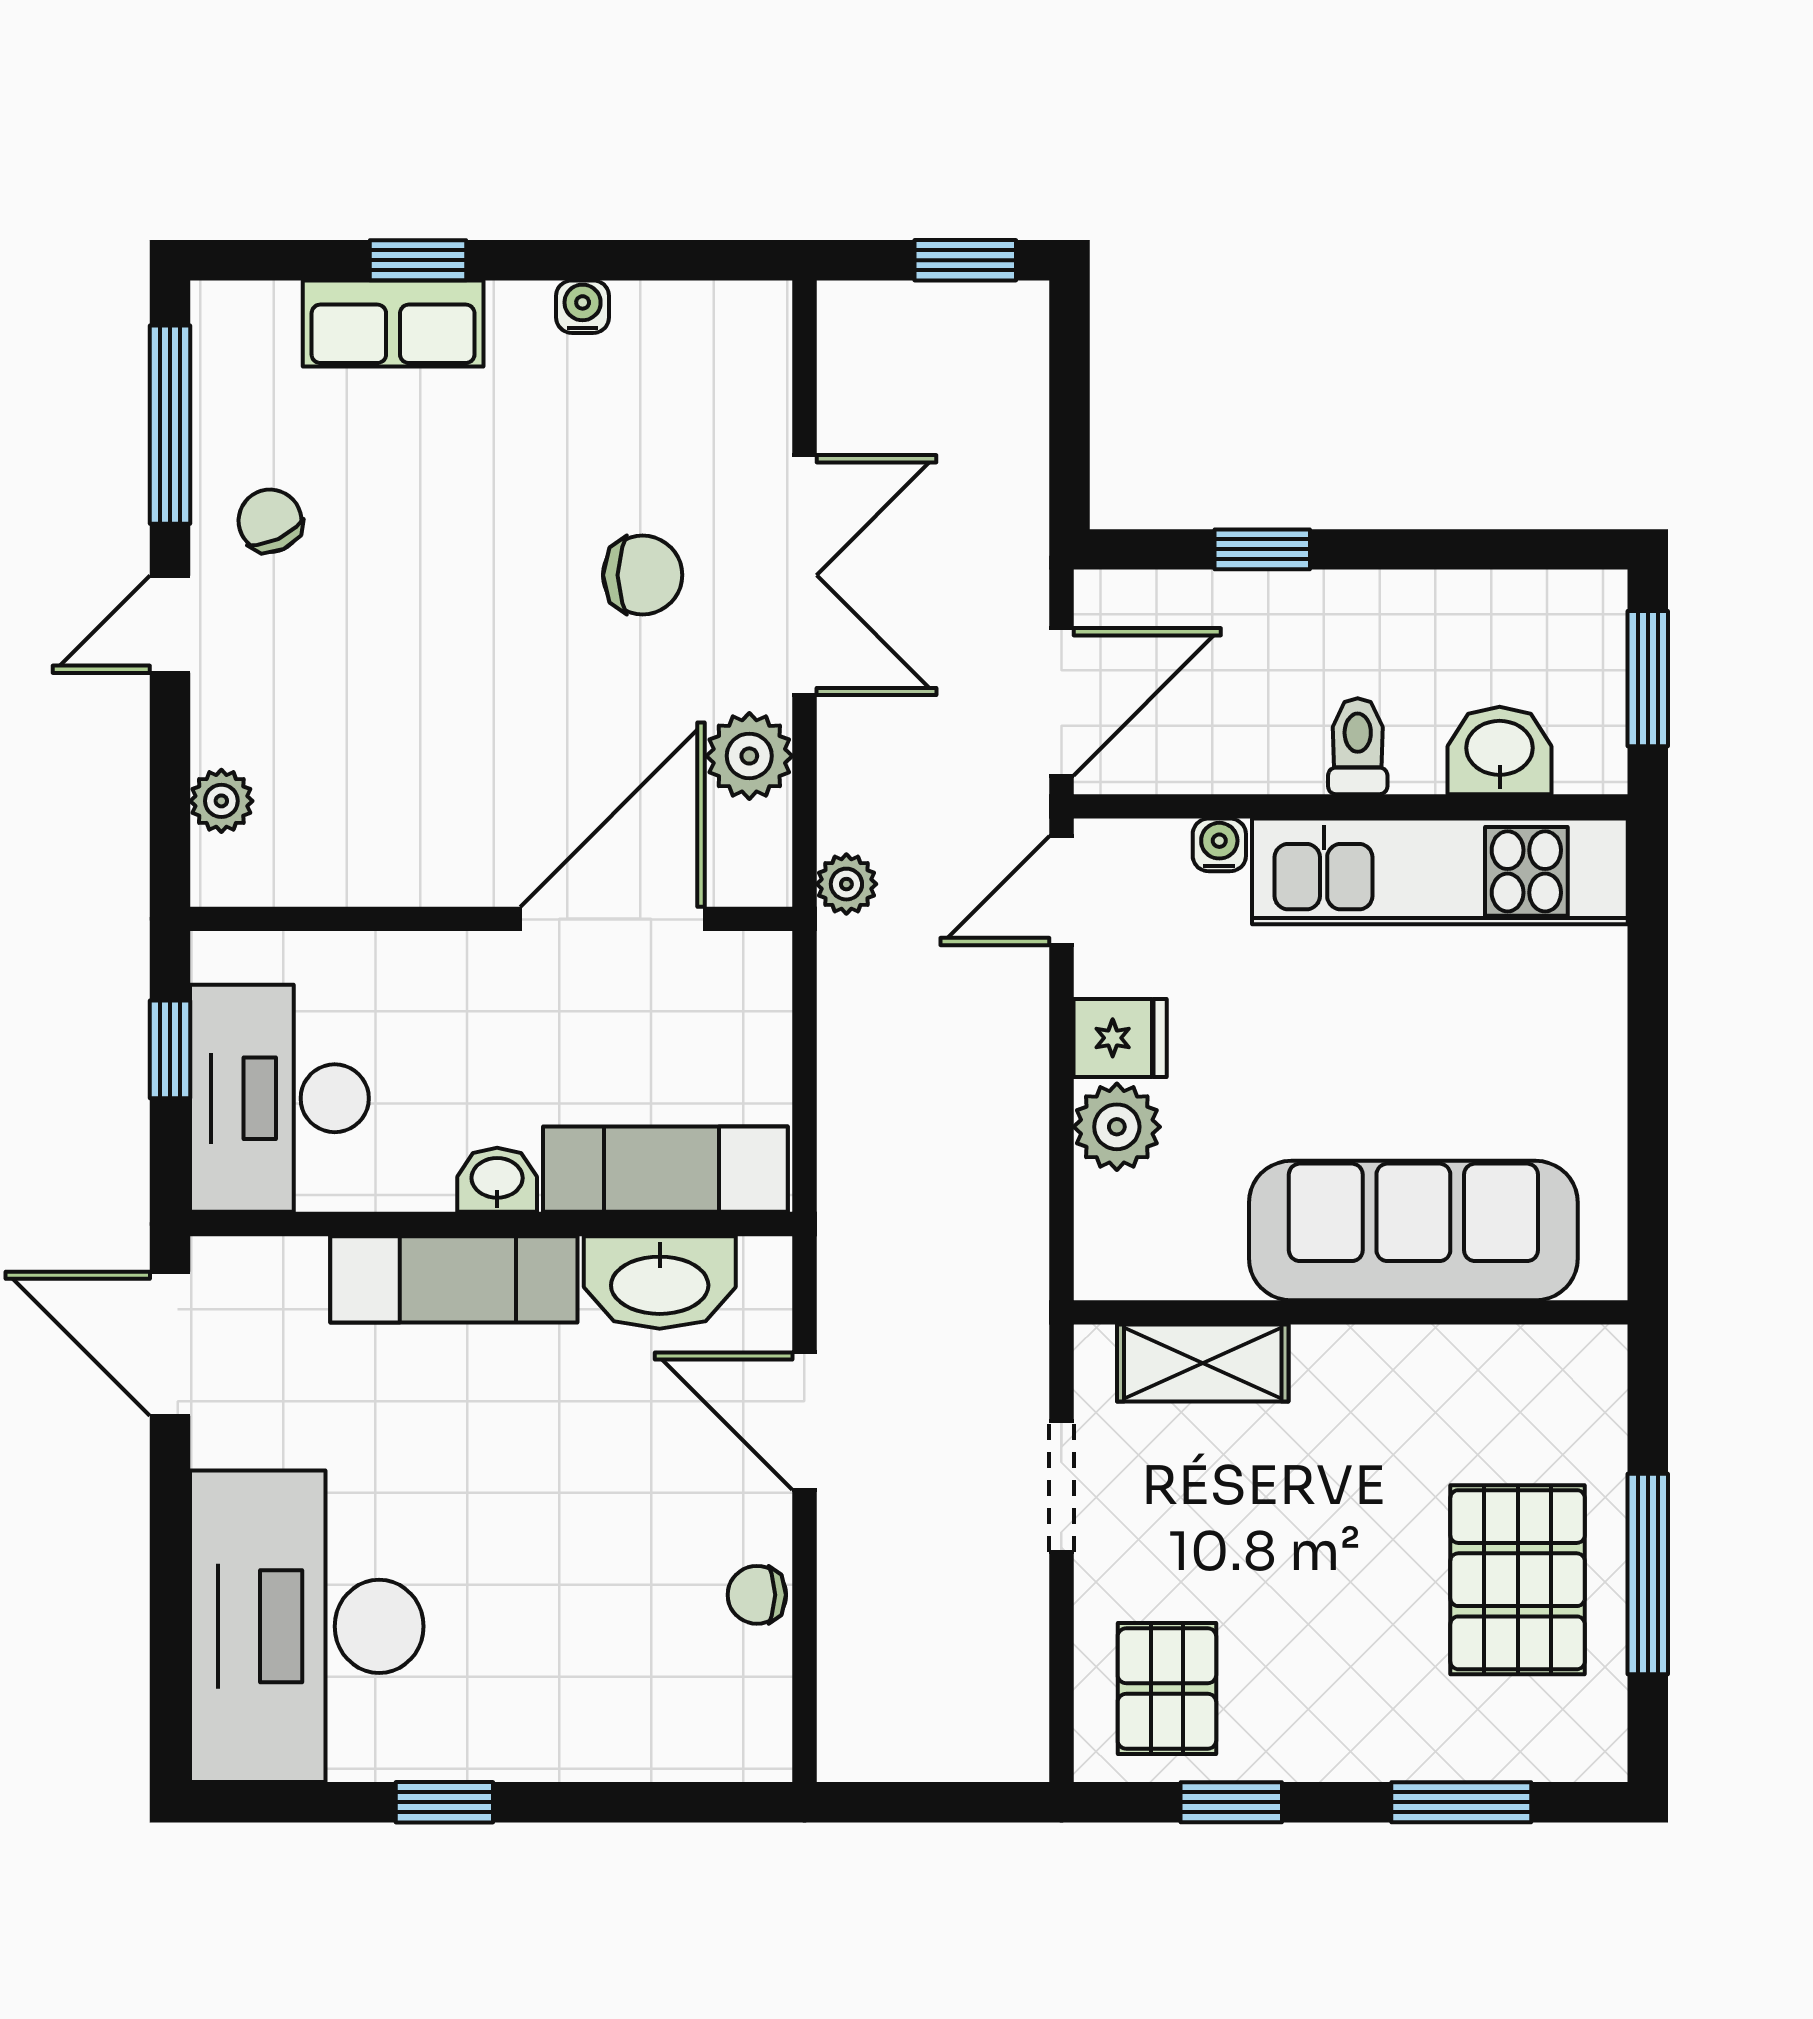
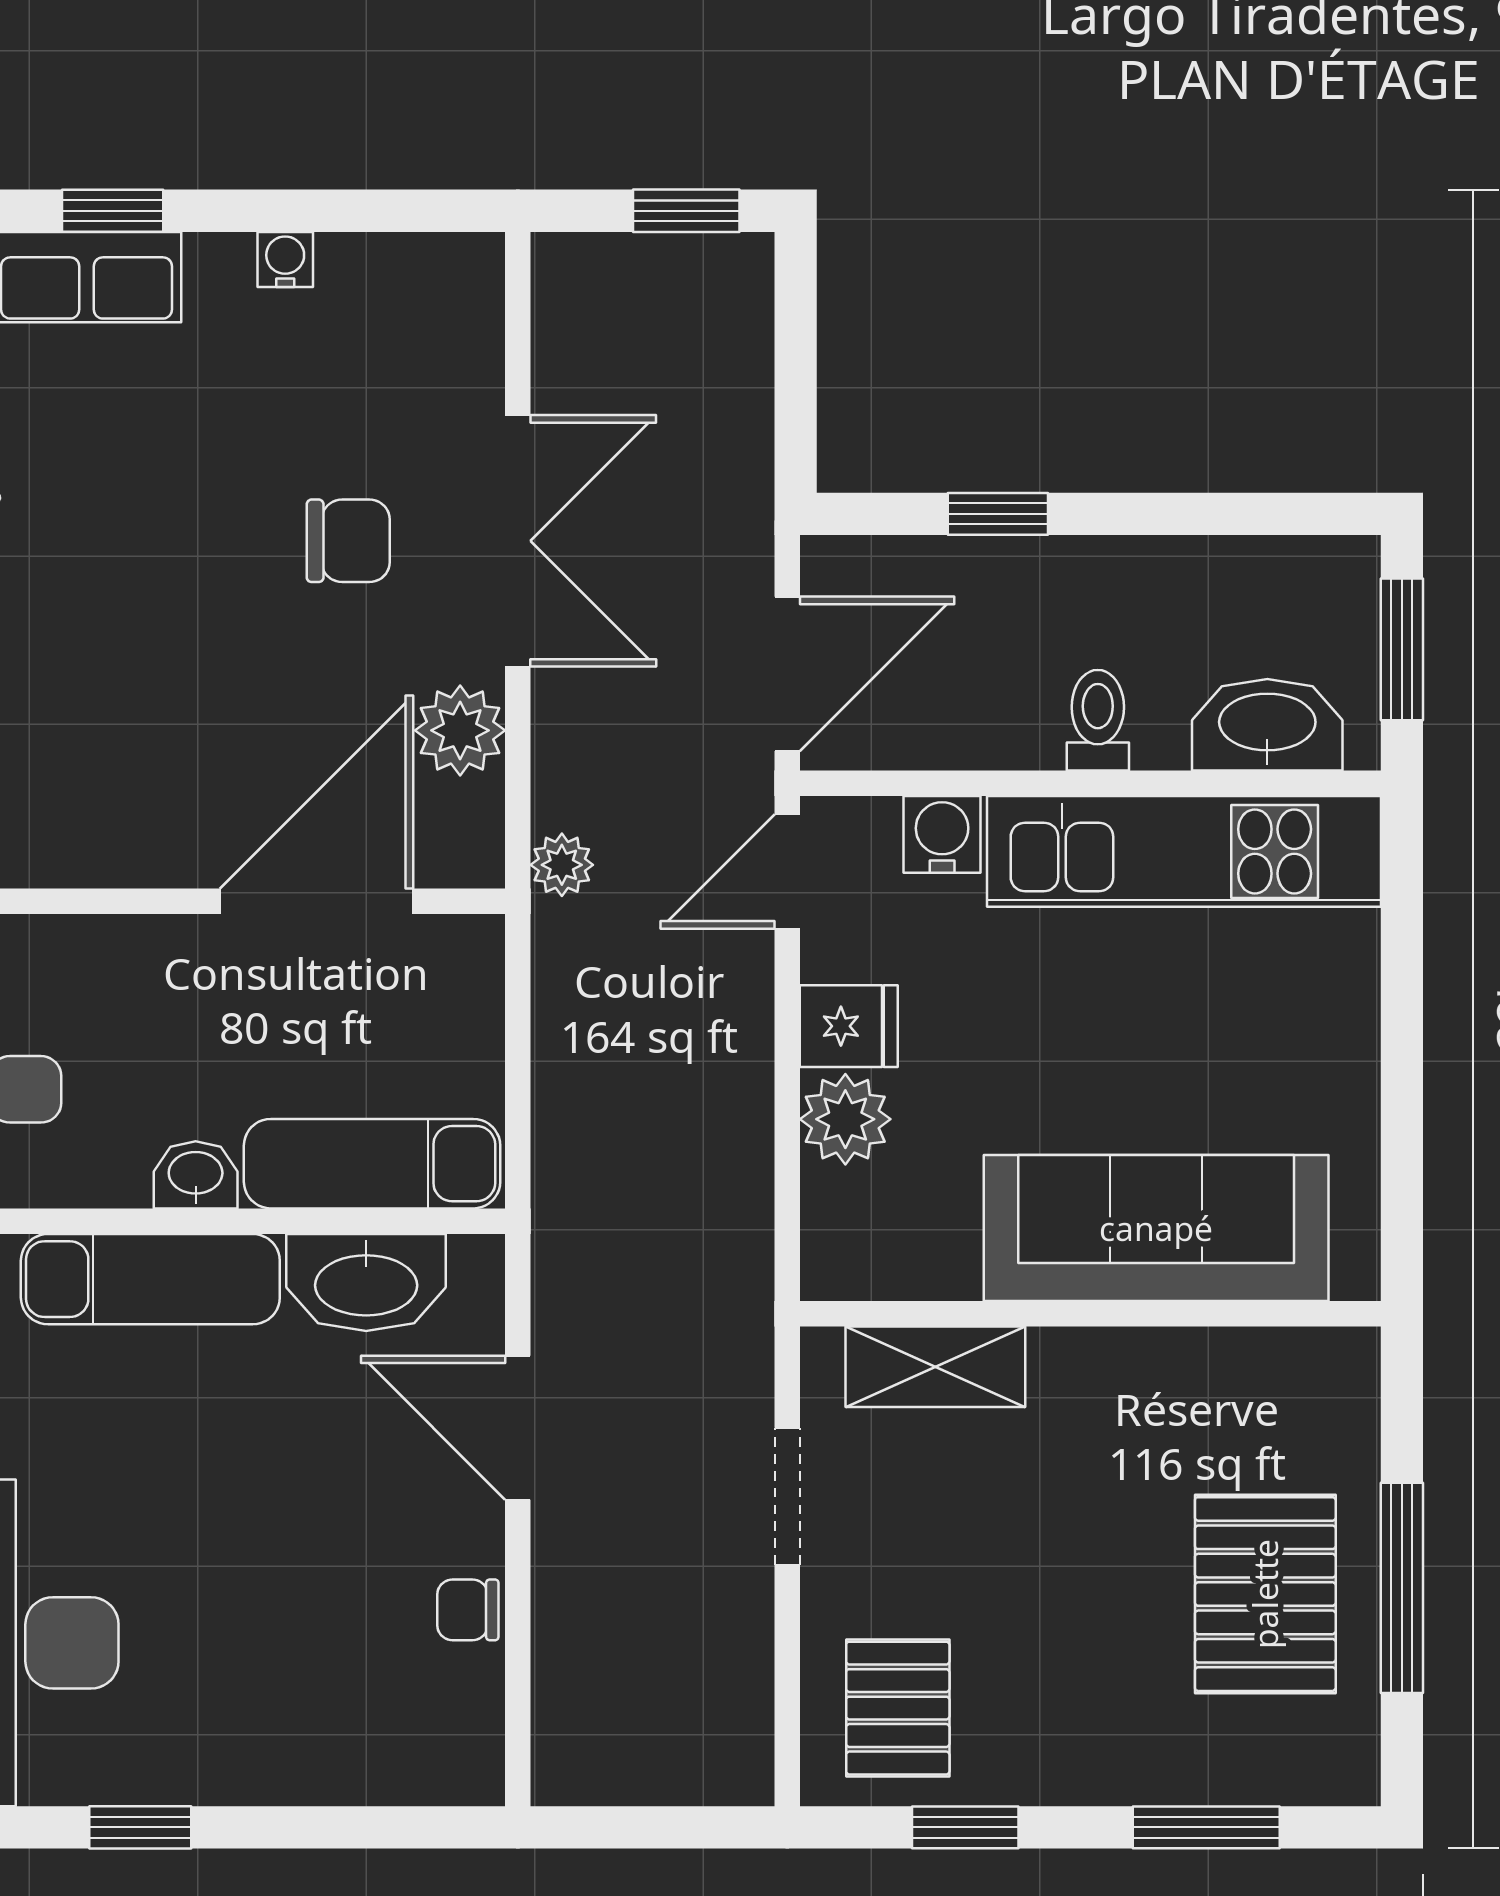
washbasin: (1500, 751) -> (1267, 725), width x1.38
water cooler: (1219, 845) -> (942, 834), width x1.38, depth x1.38

